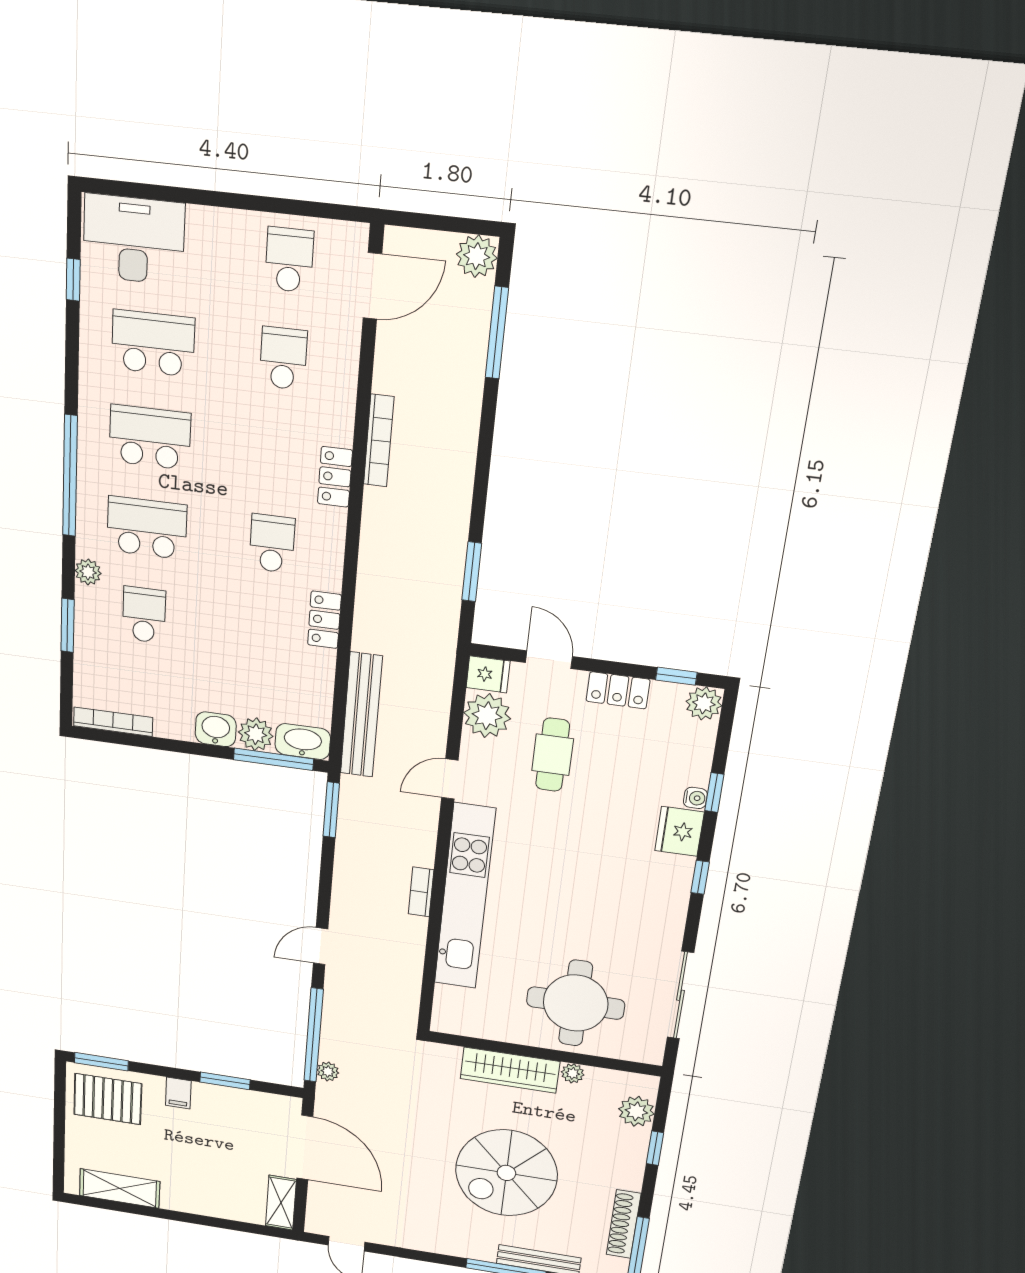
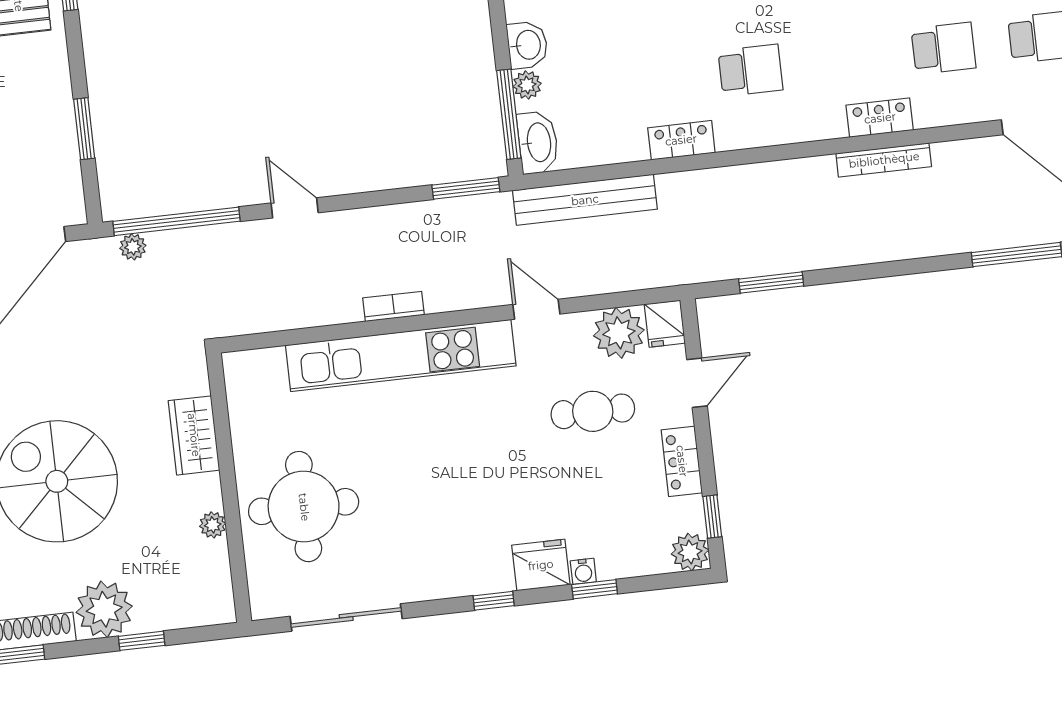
locker: (335, 477) -> (880, 118), moved
plant: (256, 734) -> (527, 85), width x0.73, depth x0.73
wardrobe: (510, 1070) -> (194, 435), width x0.67
filing cabinet: (178, 1093) -> (51, 76), removed
plant: (636, 1111) -> (104, 609), moved, width x1.36, depth x1.36

